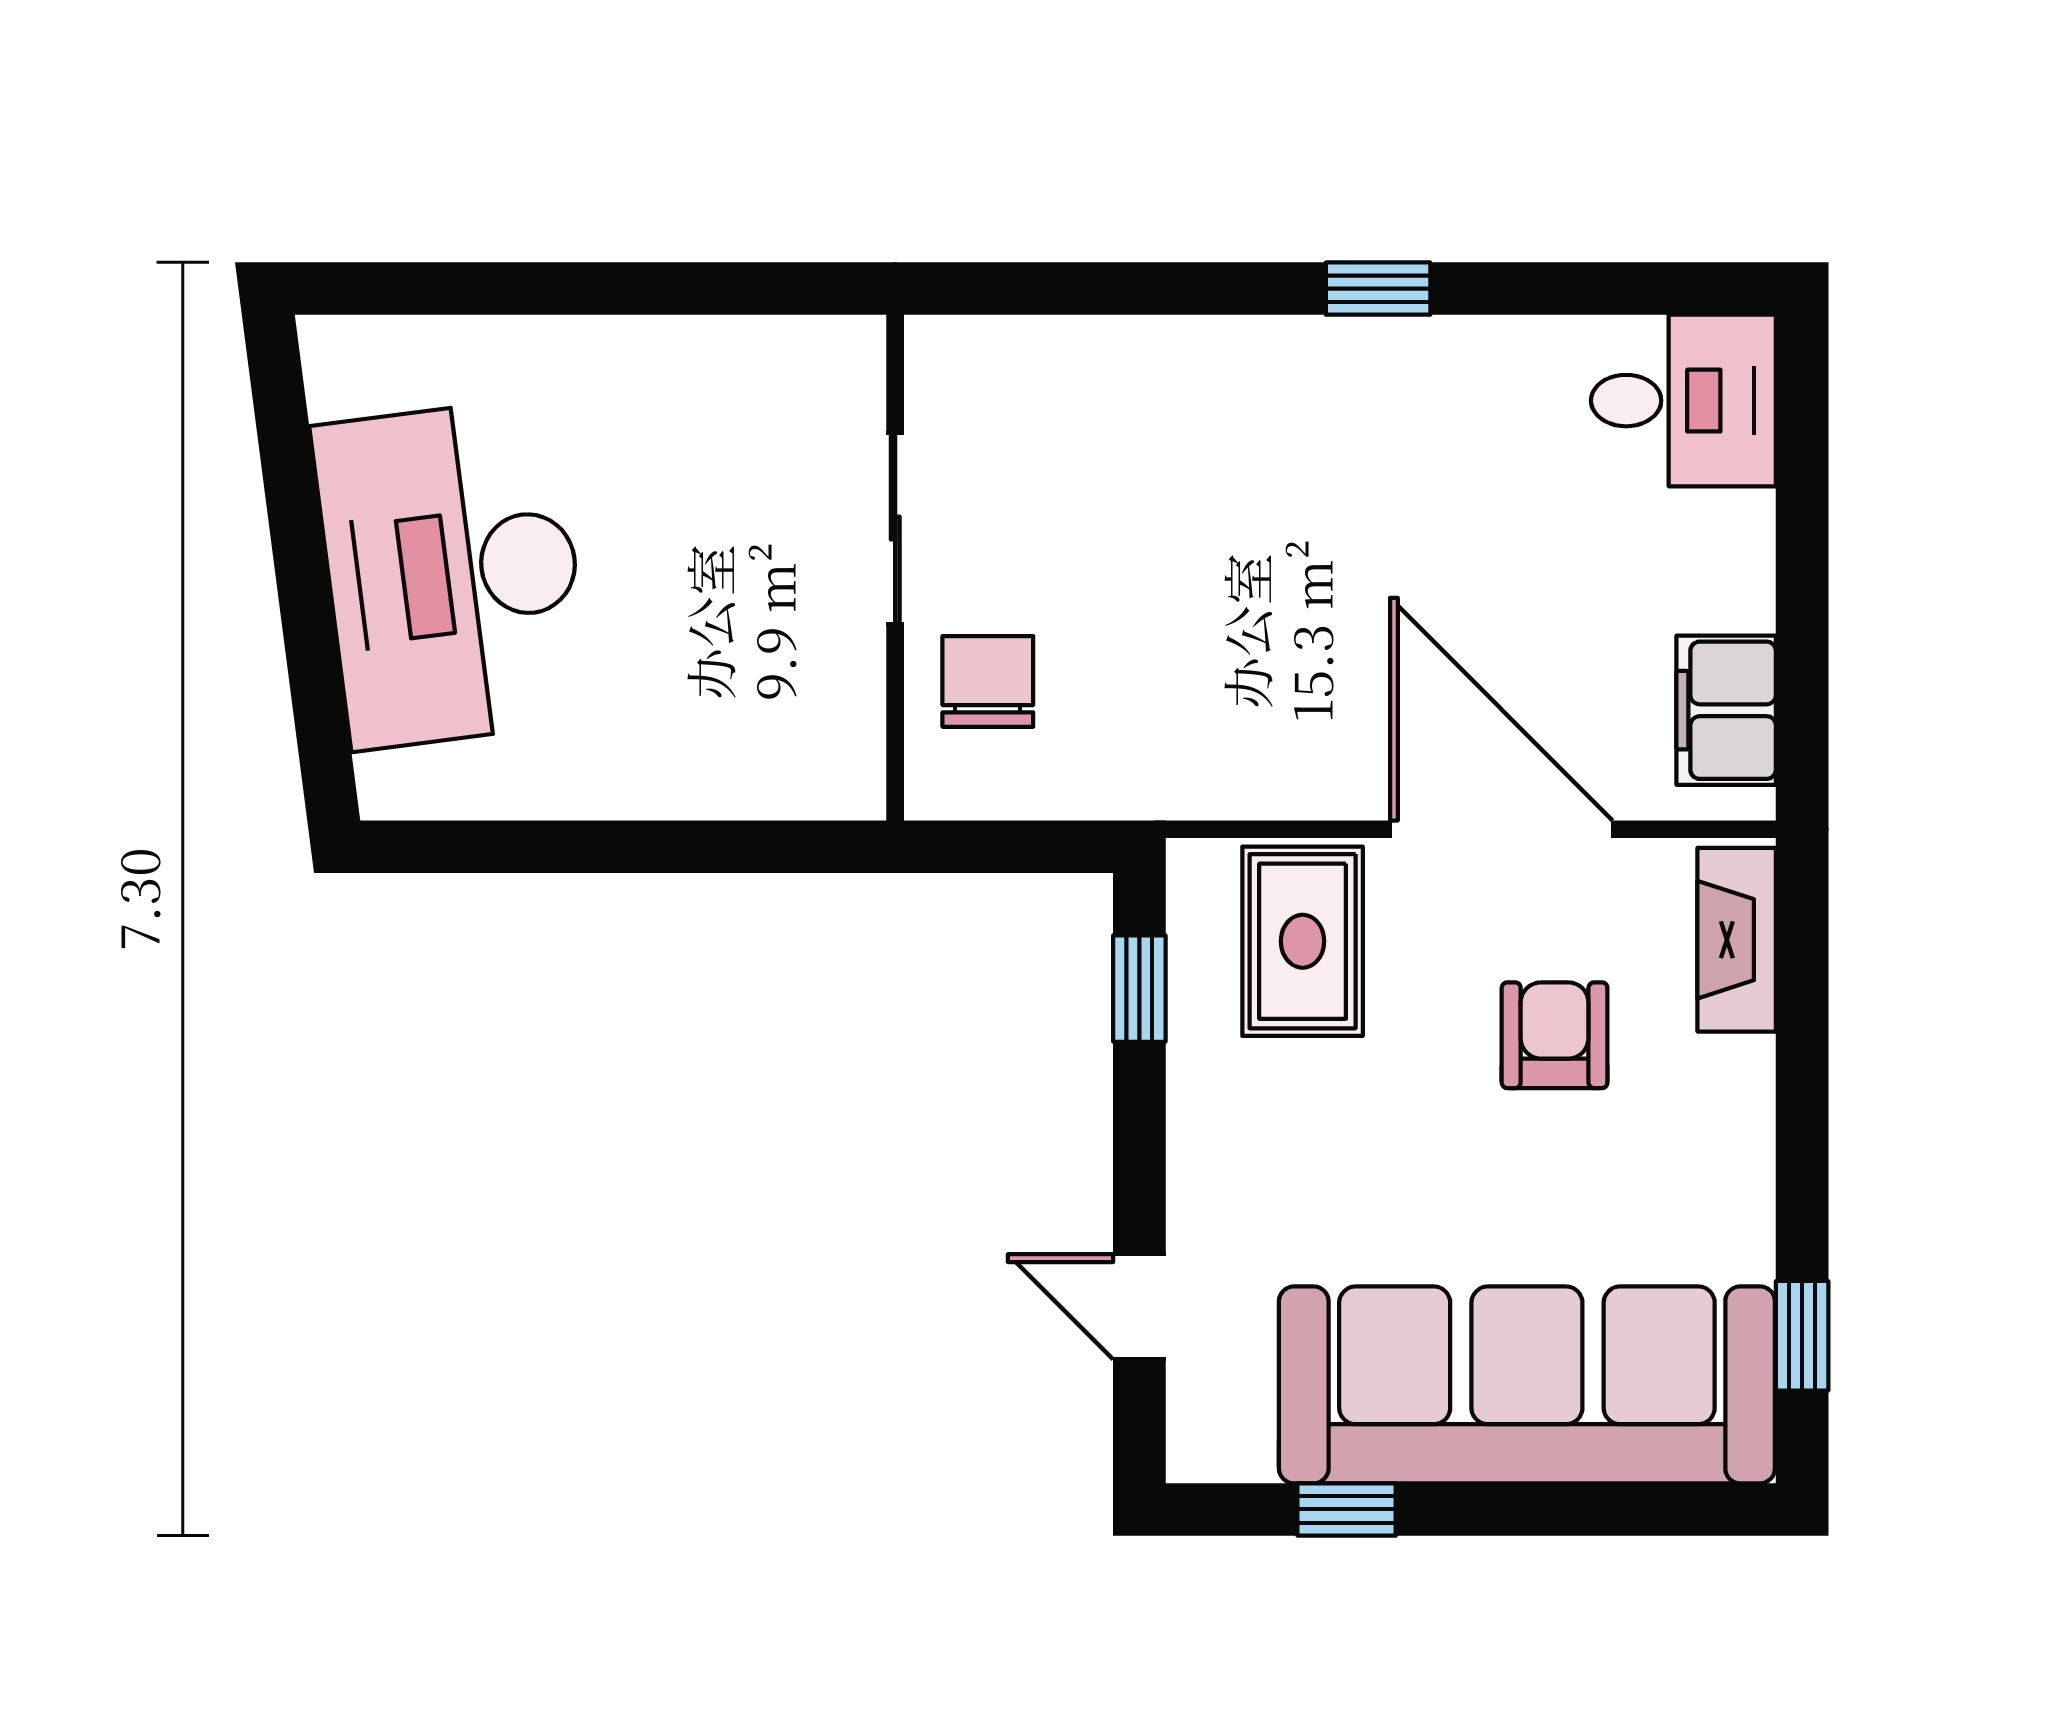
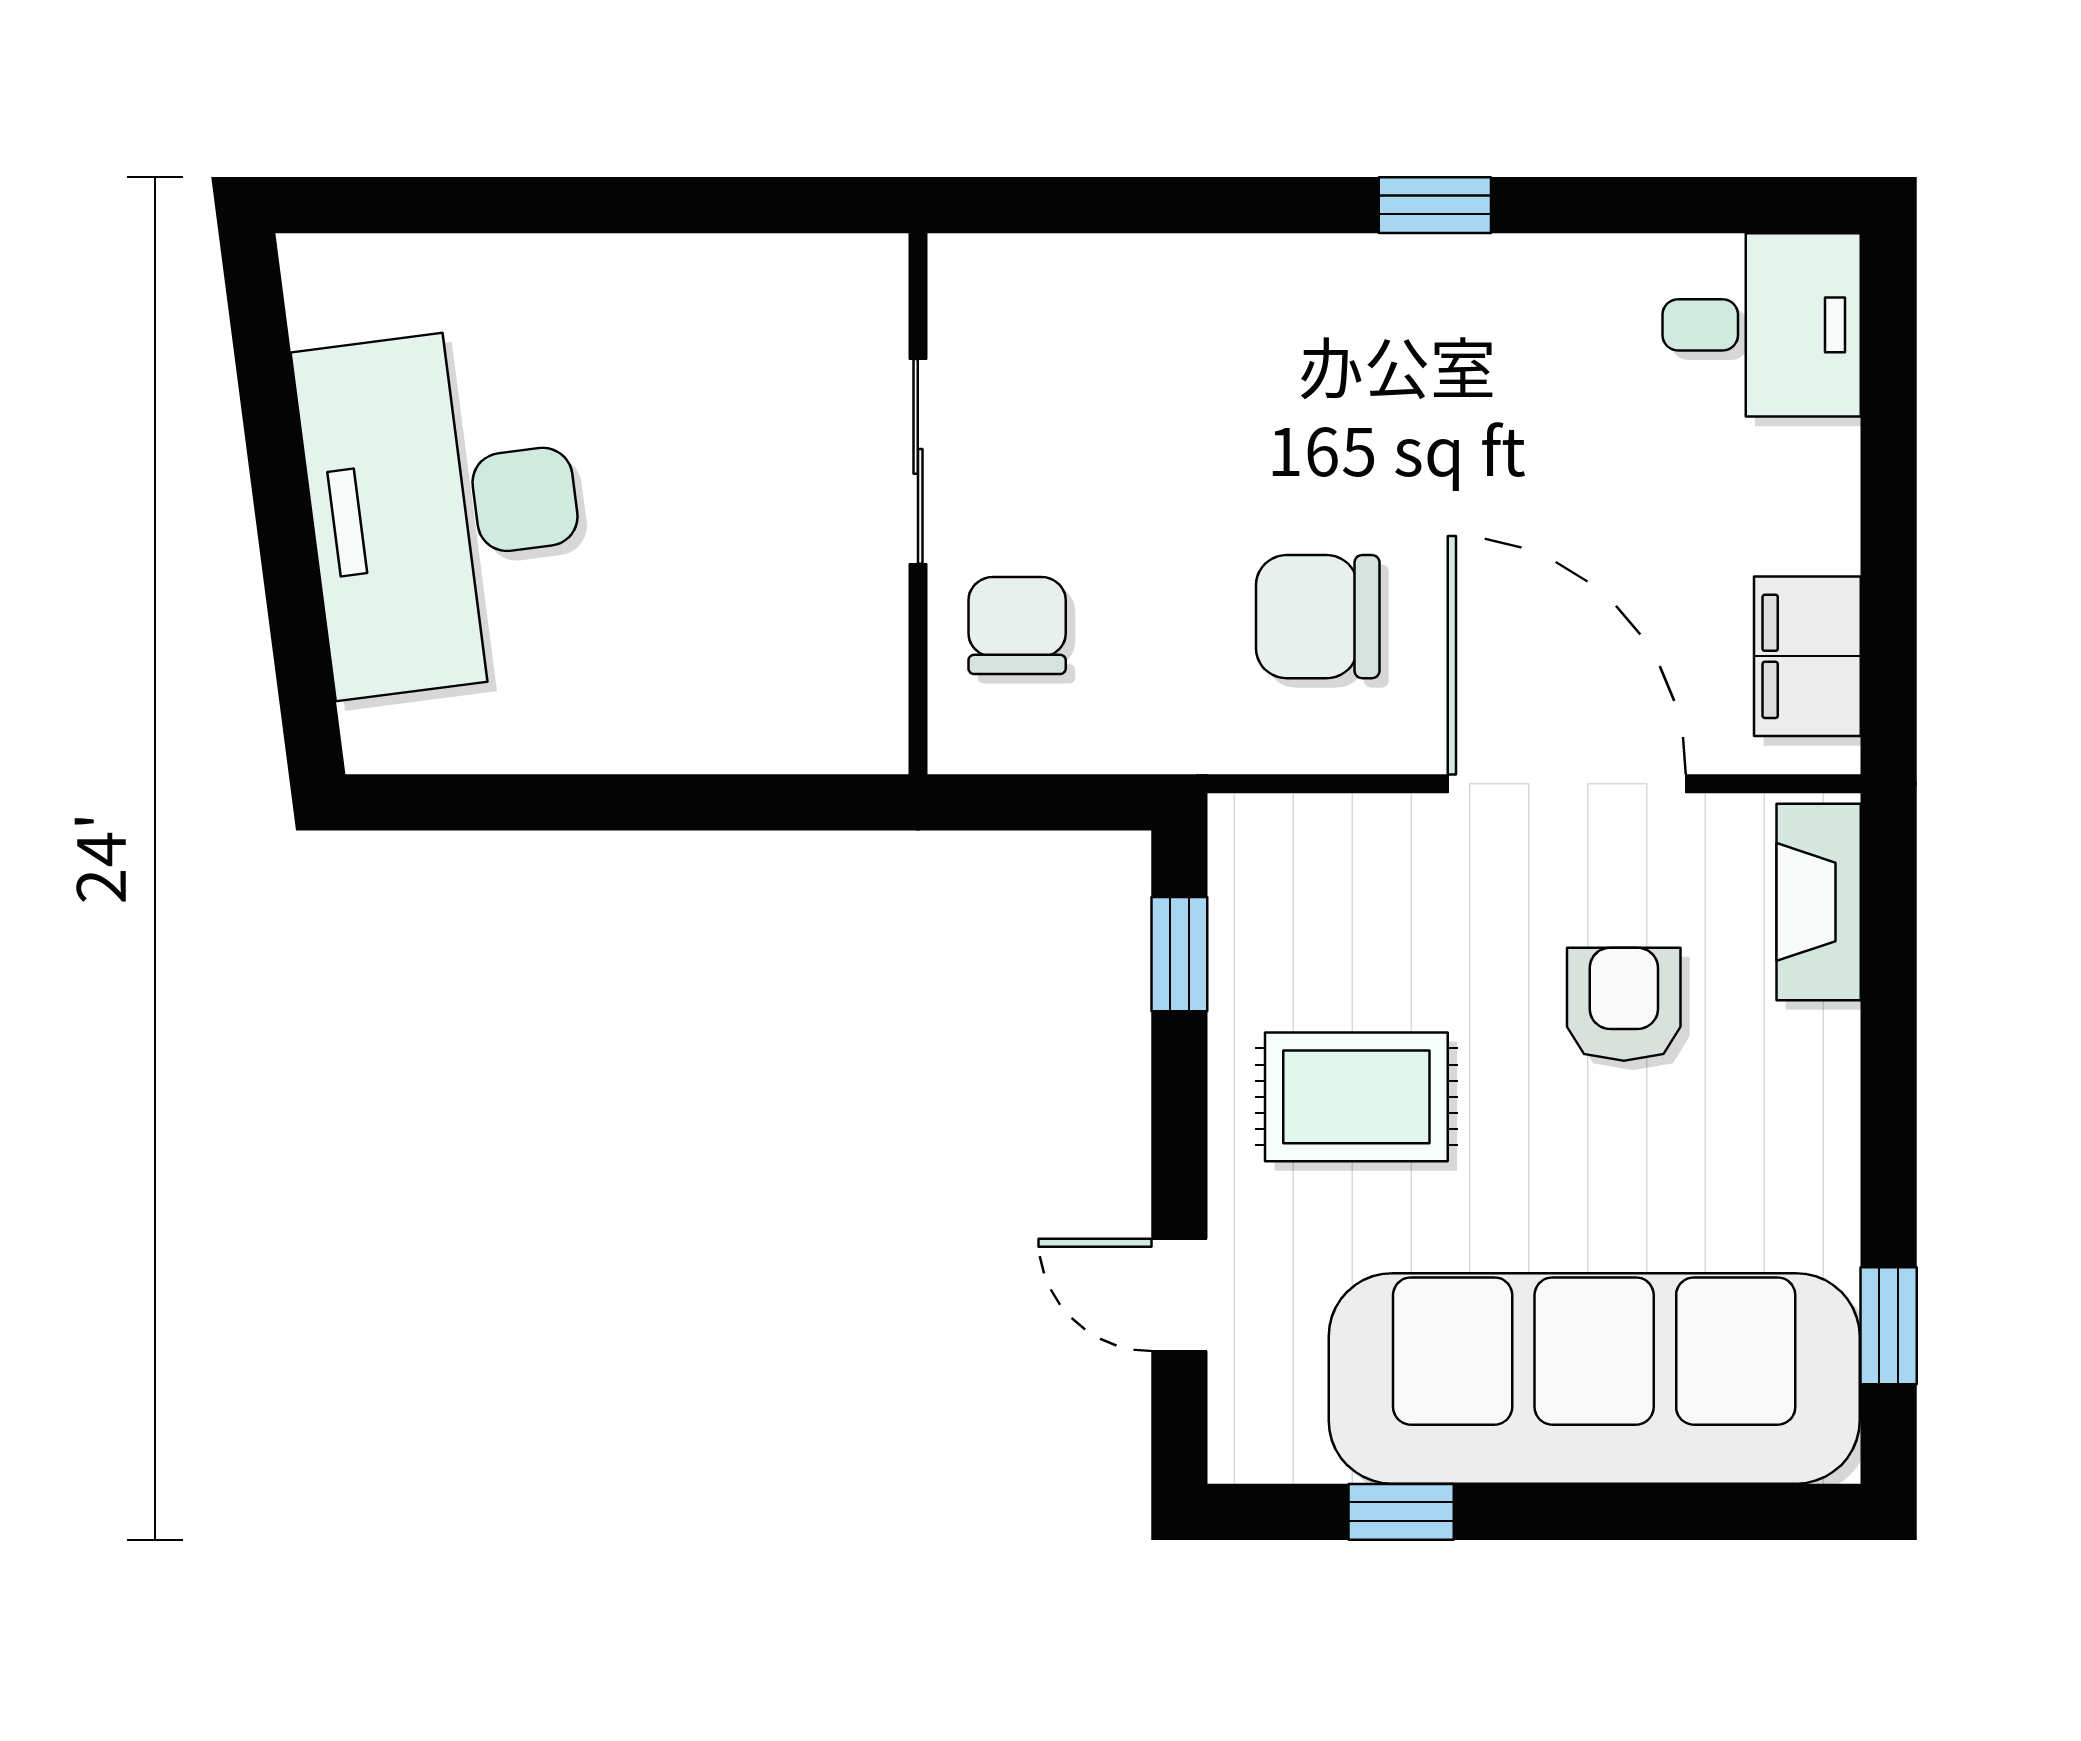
chair: (1269, 673) -> (1318, 617), added
rug: (1303, 941) -> (1356, 1097), moved, turned 90

